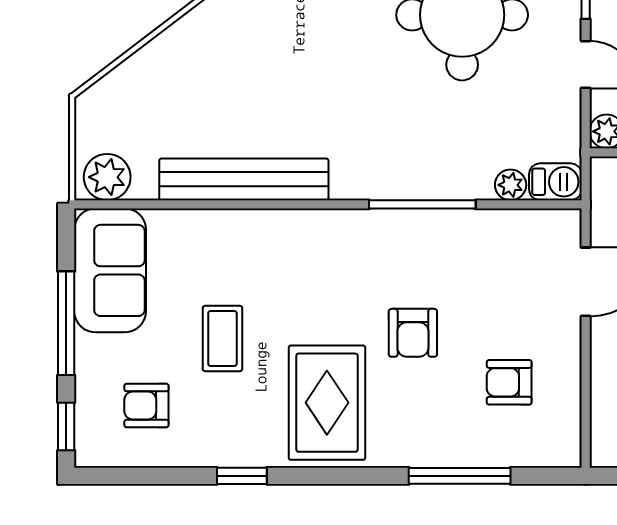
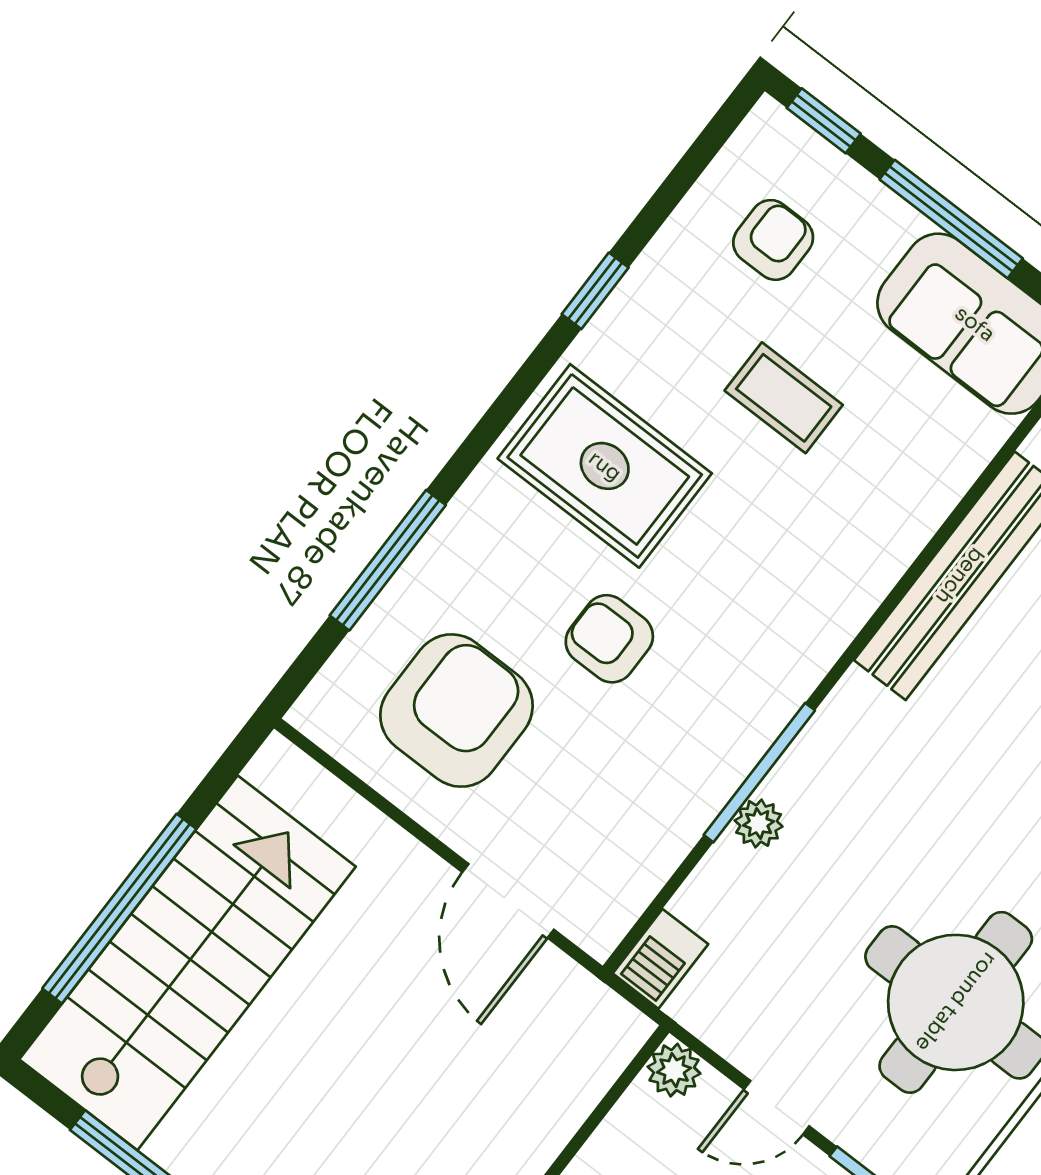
plant: (511, 185) -> (759, 823), moved
armchair: (509, 382) -> (456, 711), width x1.88, depth x1.88

